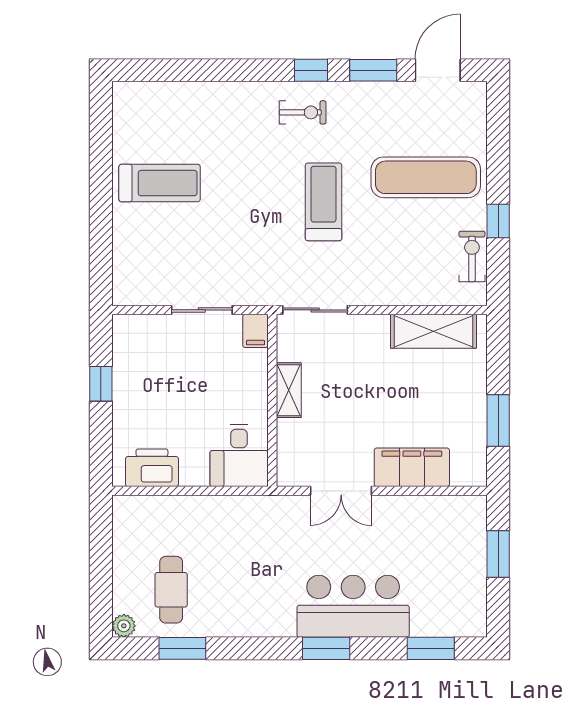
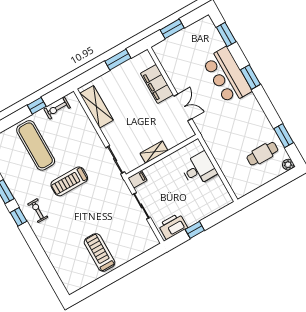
desk: (239, 455) -> (199, 169), moved
printer: (152, 468) -> (173, 226), moved, turned 90

